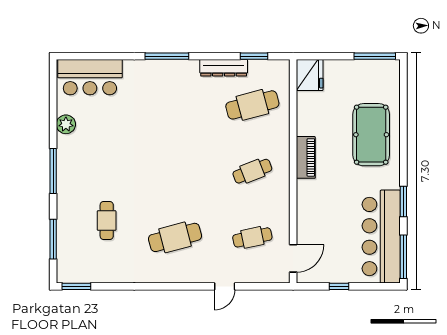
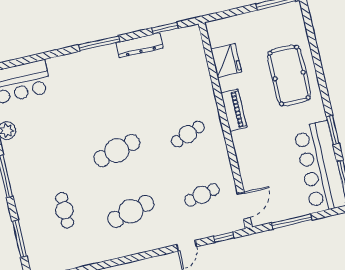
window: (167, 56) -> (99, 43), moved
fridge: (310, 75) -> (226, 60), moved
cafe table: (252, 105) -> (117, 151), moved
window: (265, 286) -> (224, 237), added
window: (339, 286) -> (292, 221), width x2.17

